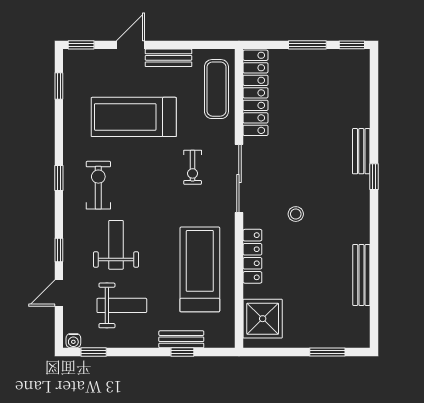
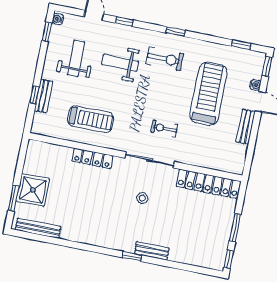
water cooler: (109, 56) -> (255, 85), added
exercise mat: (216, 89) -> (217, 157), removed
stool: (296, 214) -> (142, 198), moved
weight bench: (116, 245) -> (120, 63), turned 180
treadmill: (200, 269) -> (91, 119), width x0.73, depth x0.73
bench: (361, 275) -> (38, 228), moved
weight bench: (122, 305) -> (76, 58), turned 180
shower: (263, 319) -> (33, 190), moved

